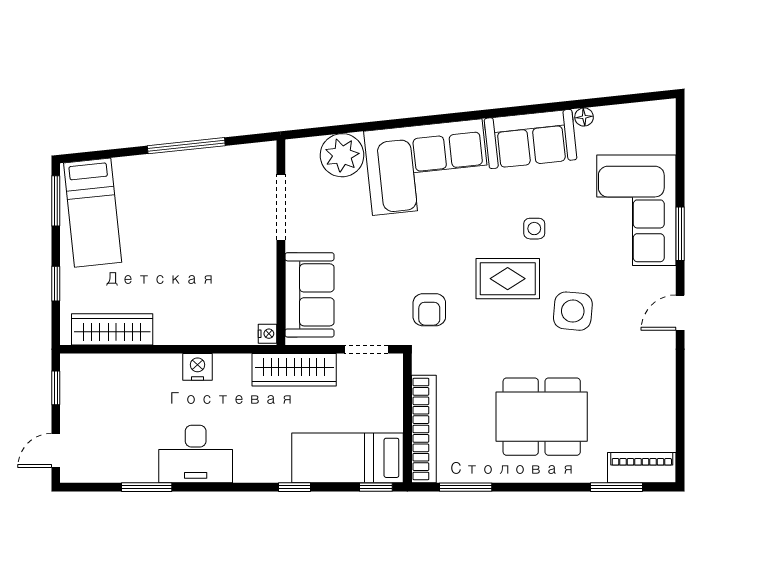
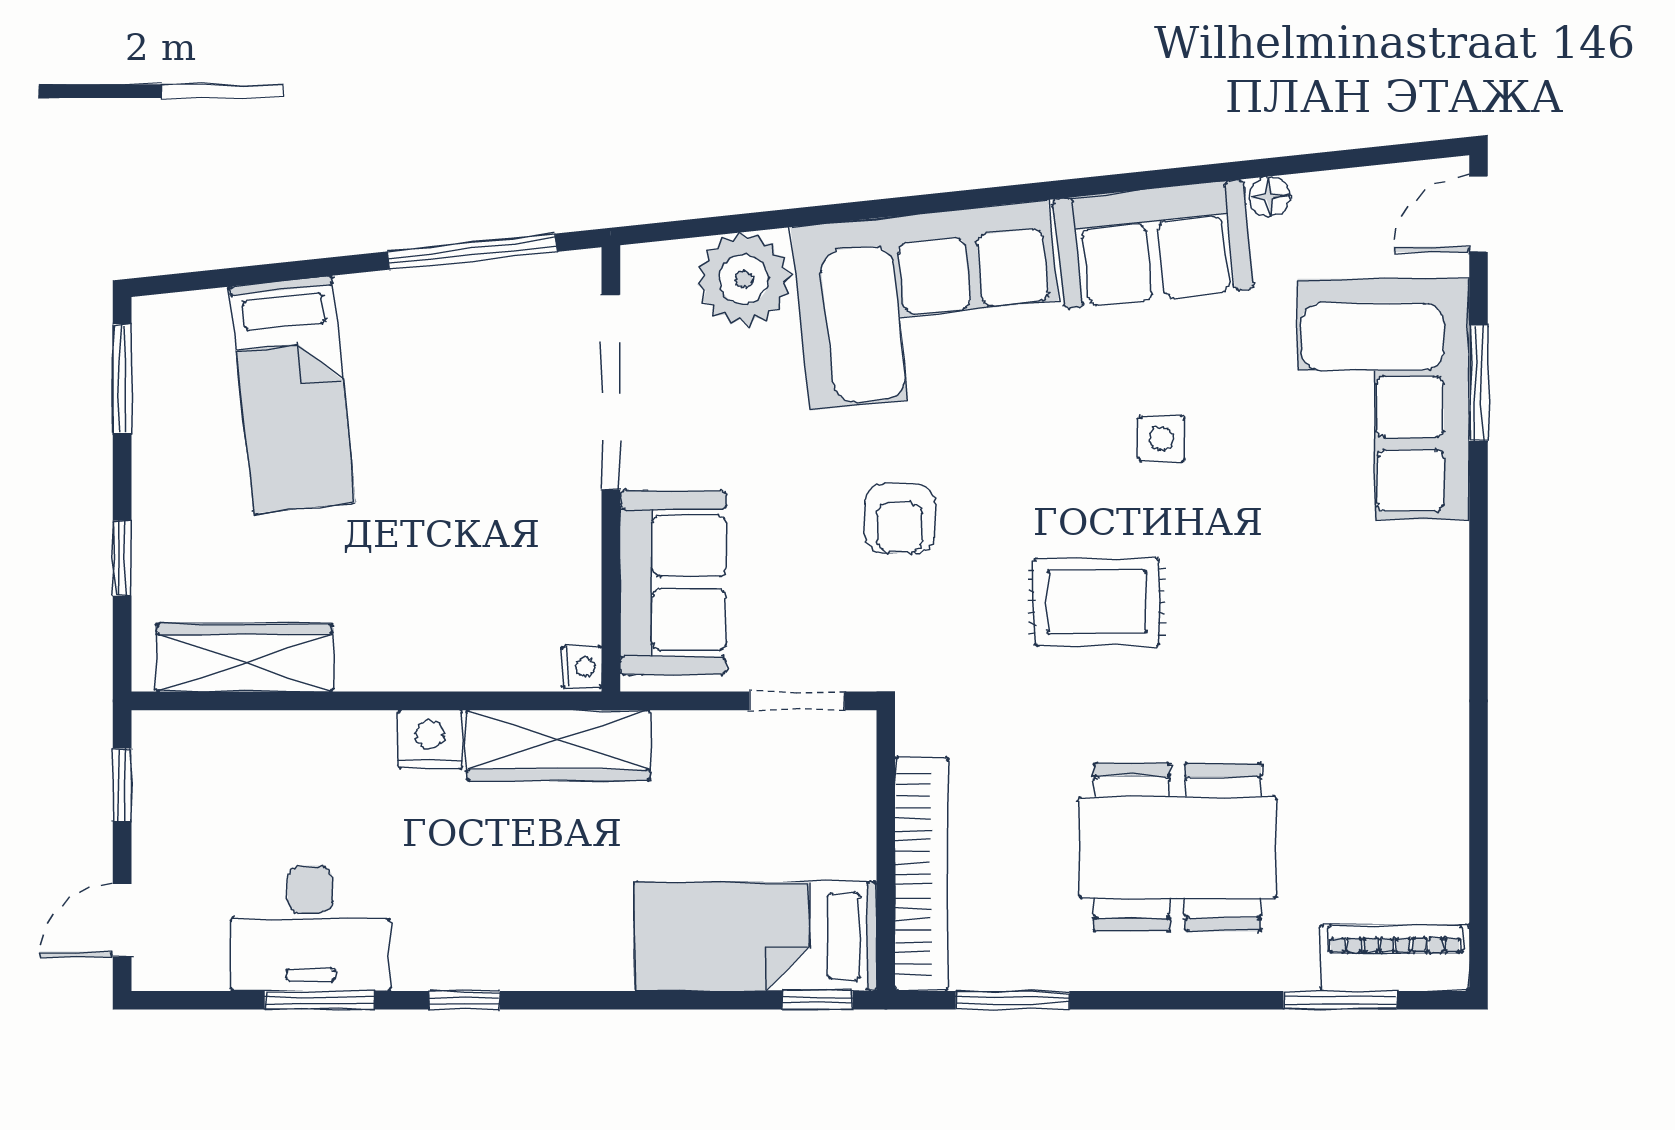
window: (186, 146) -> (472, 252), moved
doorway: (281, 207) -> (611, 392), width x1.36
bed: (93, 213) -> (293, 395), moved
window: (680, 234) -> (1478, 383), moved
rug: (508, 279) -> (1097, 602), moved
armchair: (429, 310) -> (899, 519), moved
side table: (573, 311) -> (1245, 618), removed
door: (680, 313) -> (1478, 214), moved
wardrobe: (294, 370) -> (558, 745), moved
desk: (196, 454) -> (310, 928), moved
window: (295, 487) -> (464, 1000), moved

